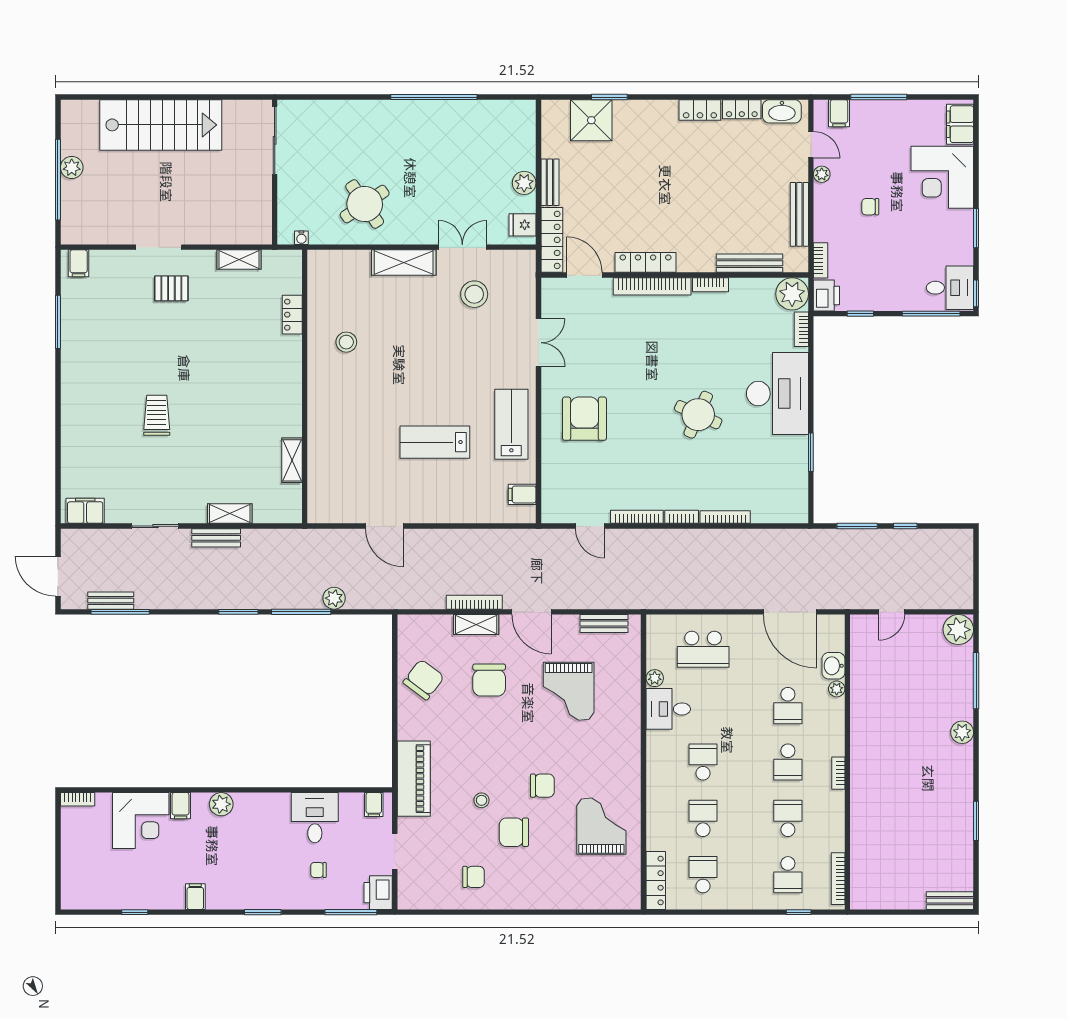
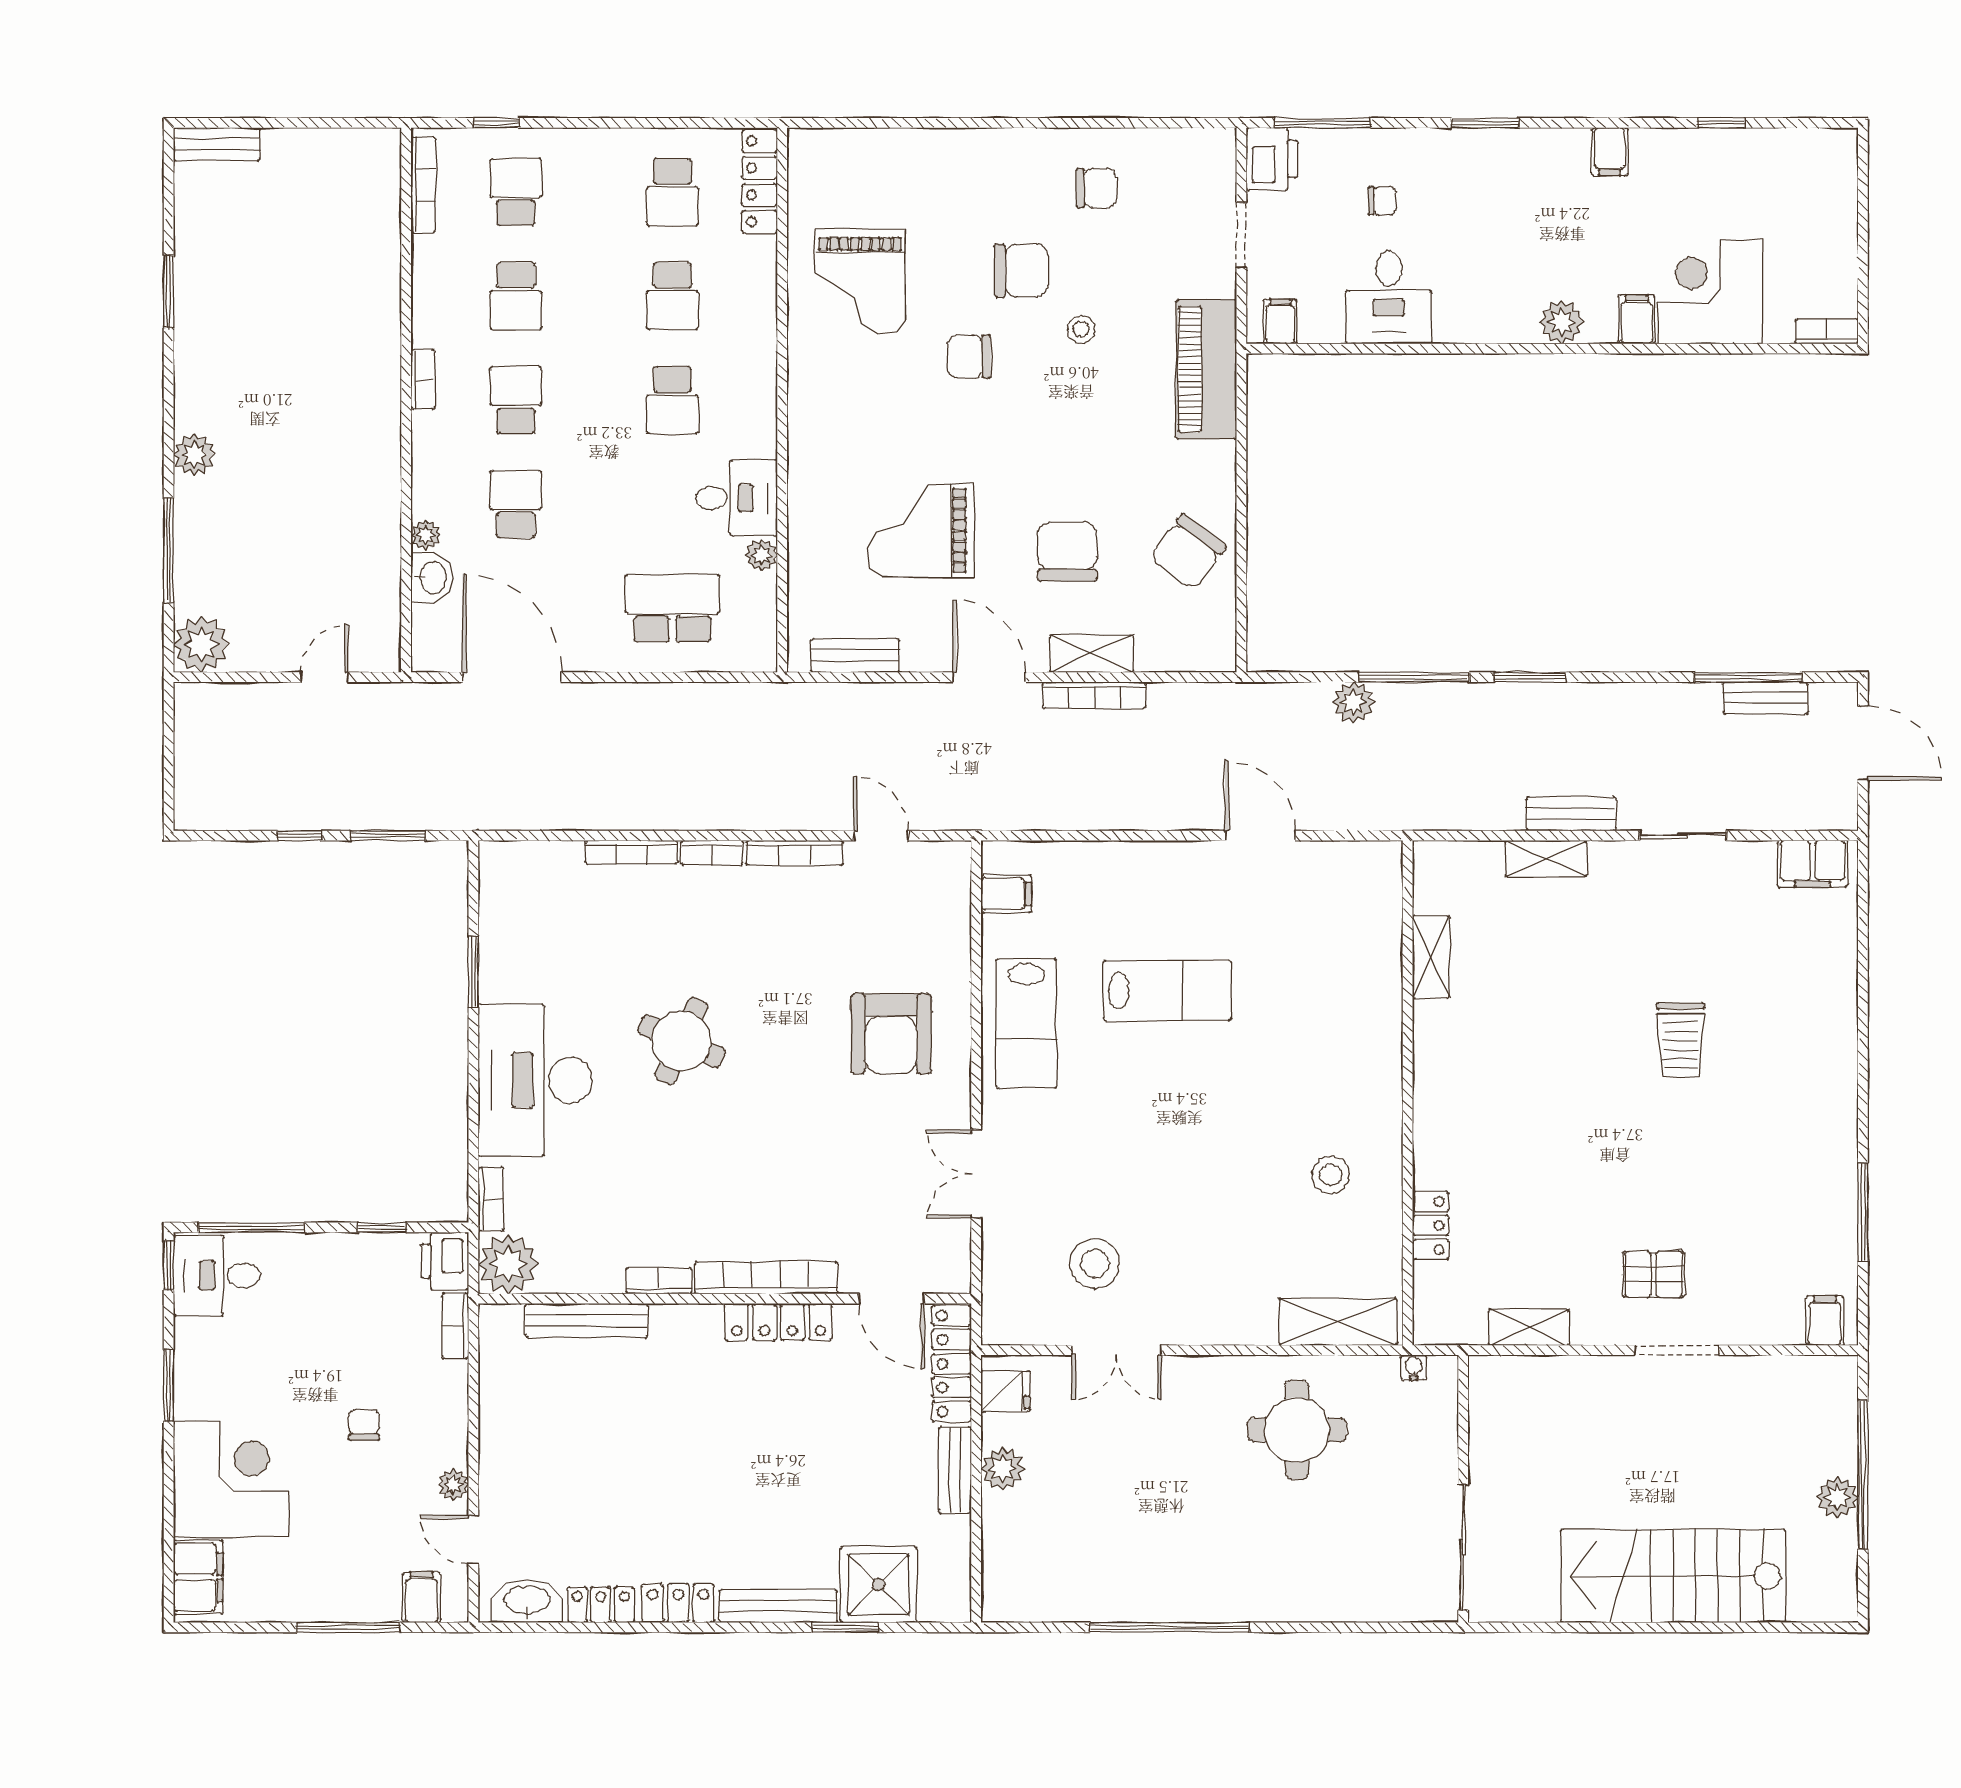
round table: (365, 204) -> (1297, 1430), turned 34
chair: (870, 207) -> (364, 1425), turned -90
bench: (799, 214) -> (778, 1606), moved, turned 90
shelving: (404, 263) -> (1338, 1322), moved
grand piano: (569, 691) -> (921, 531), turned -90
chair: (473, 877) -> (1096, 188), turned 180

